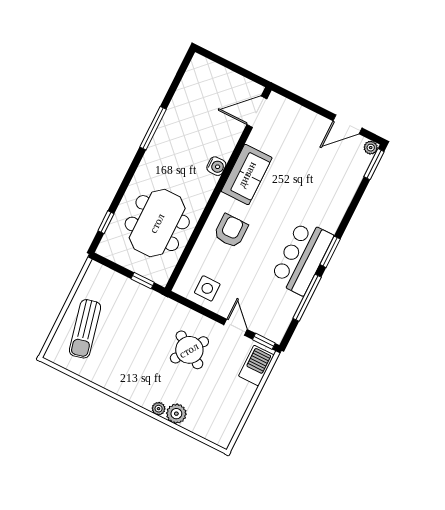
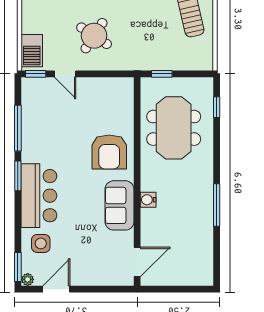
armchair: (231, 231) -> (109, 152), width x1.36, depth x1.36
bar counter: (302, 258) -> (39, 196), moved
side table: (207, 288) -> (41, 243), moved

